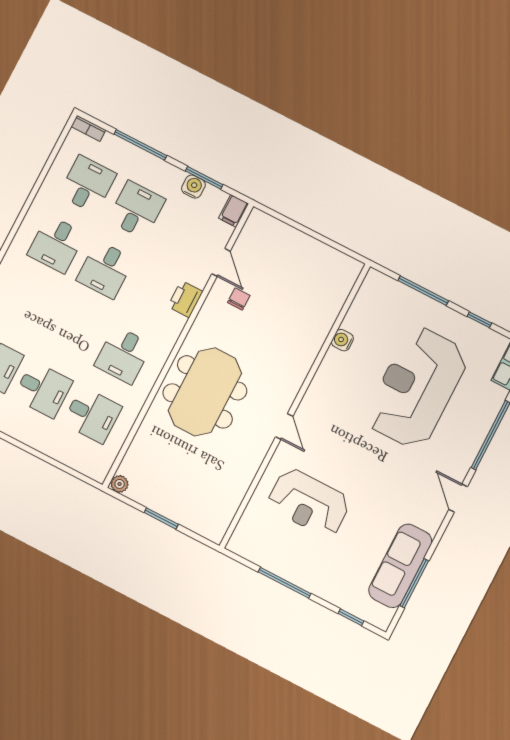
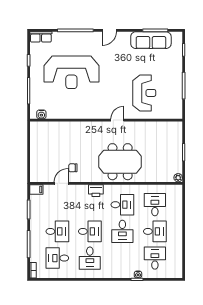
water cooler: (193, 187) -> (35, 212), removed
desk: (136, 210) -> (57, 231), turned 180
desk: (56, 244) -> (90, 258), turned 90
printer: (185, 299) -> (96, 191), moved
desk: (74, 329) -> (122, 231), added
water cooler: (342, 340) -> (41, 114), moved
desk: (43, 389) -> (155, 231), turned 90

